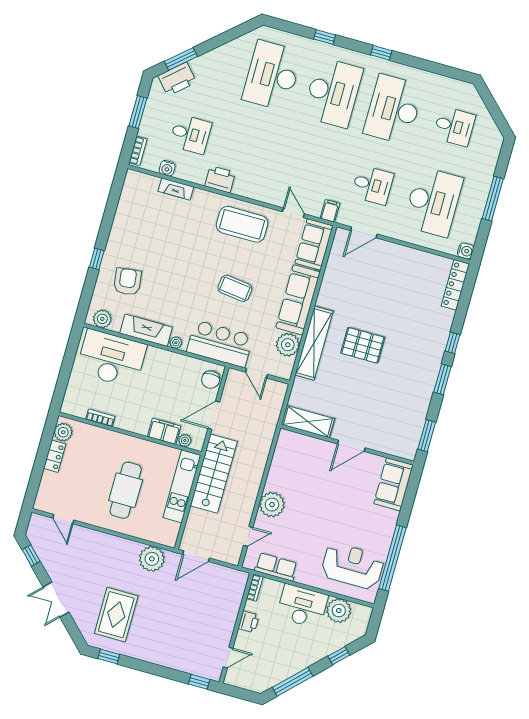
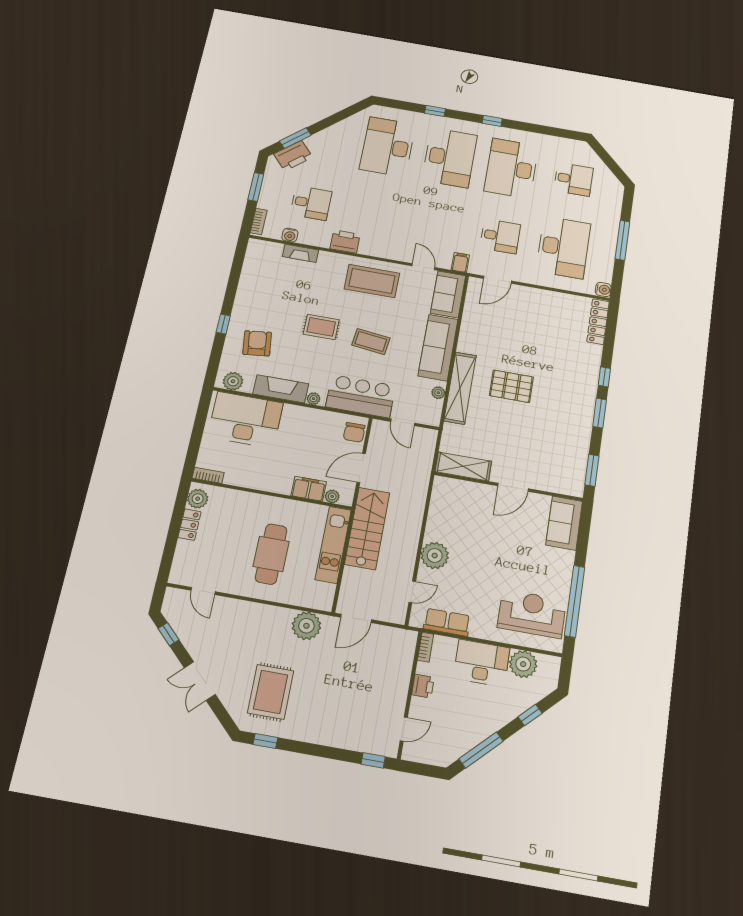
rug: (189, 269) -> (321, 327), added
plant: (288, 345) -> (438, 393), width x0.53, depth x0.53
bookcase: (100, 418) -> (208, 475), moved

